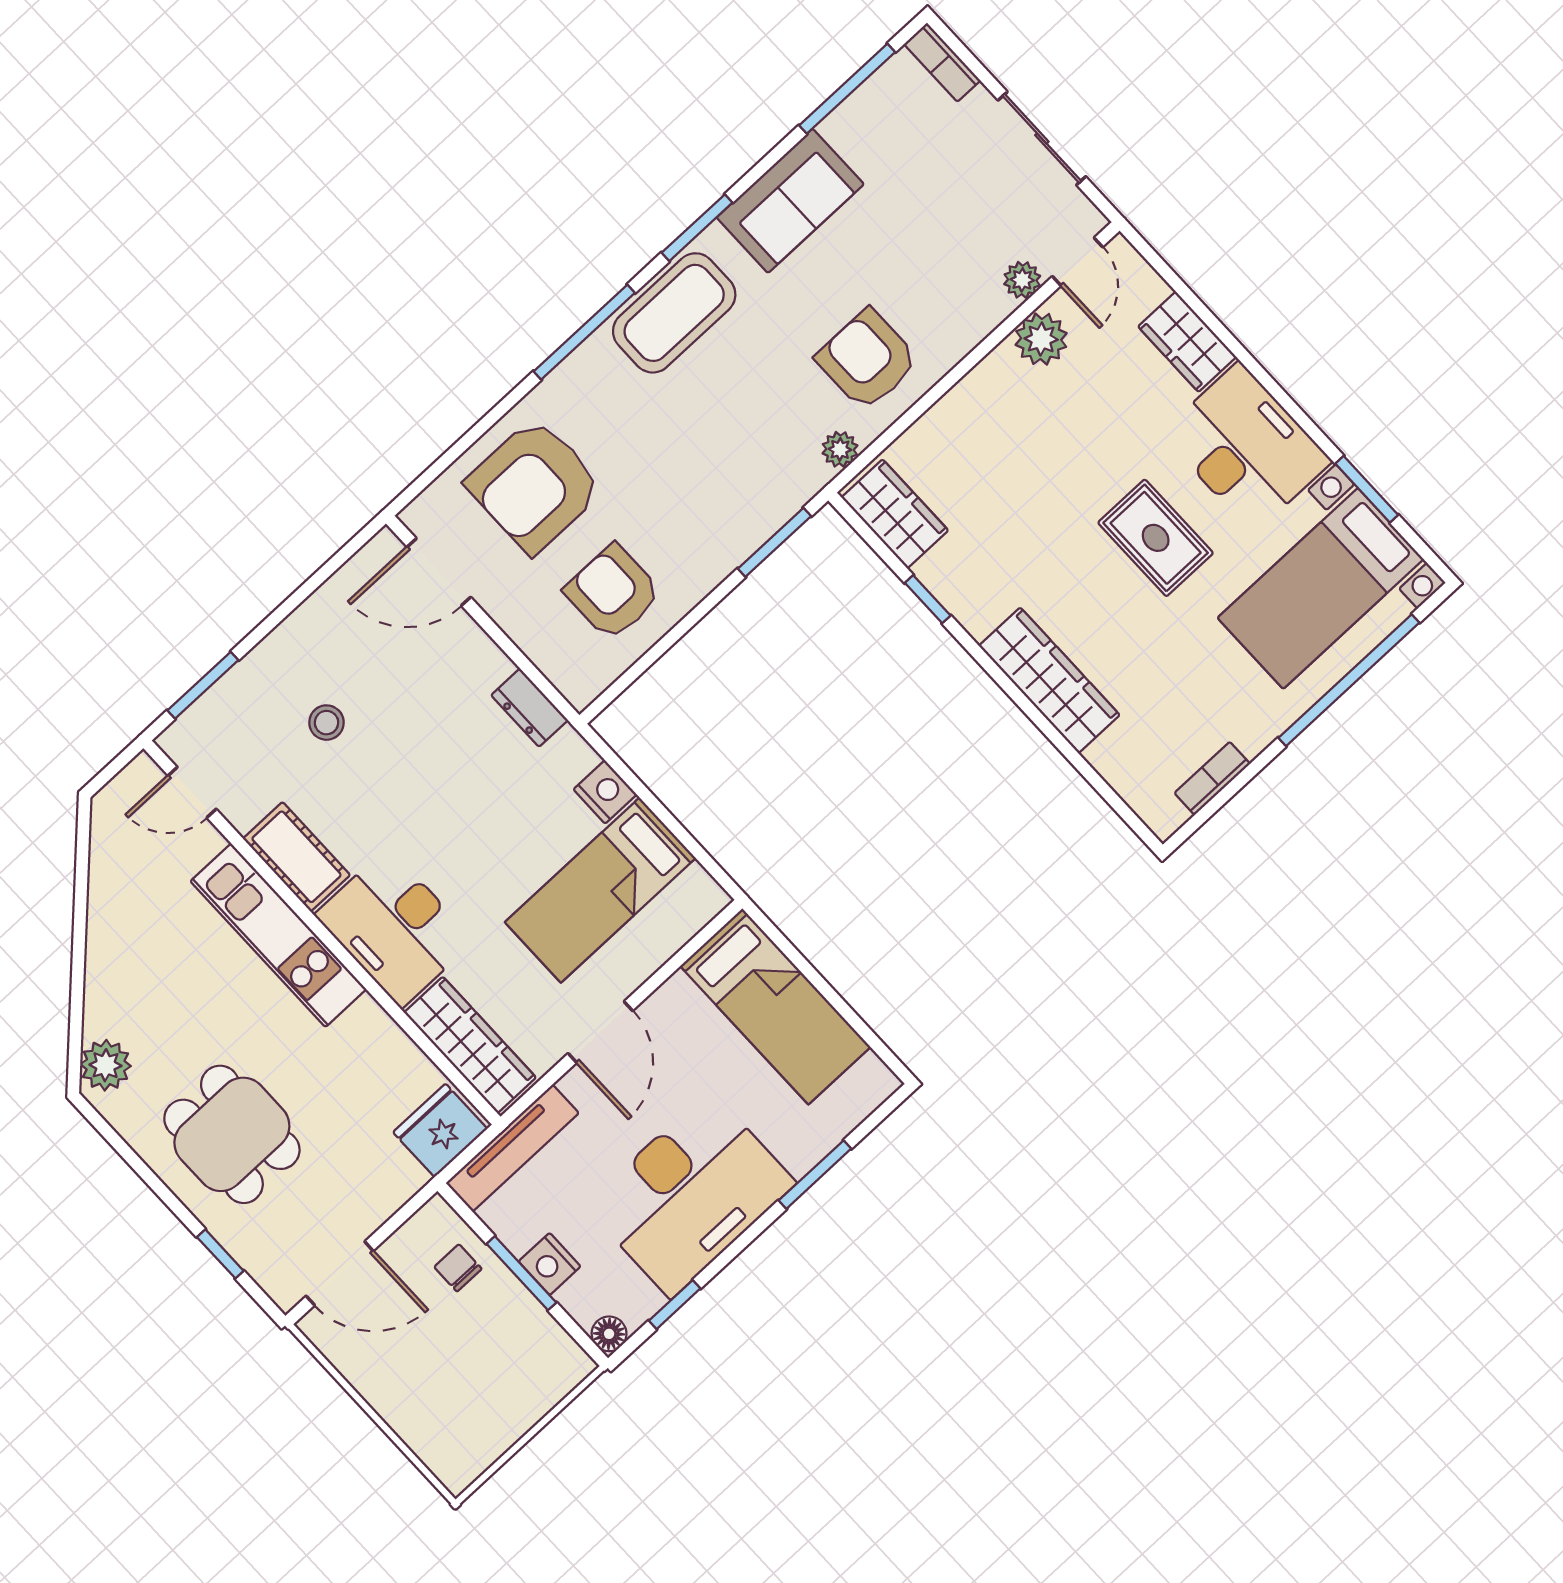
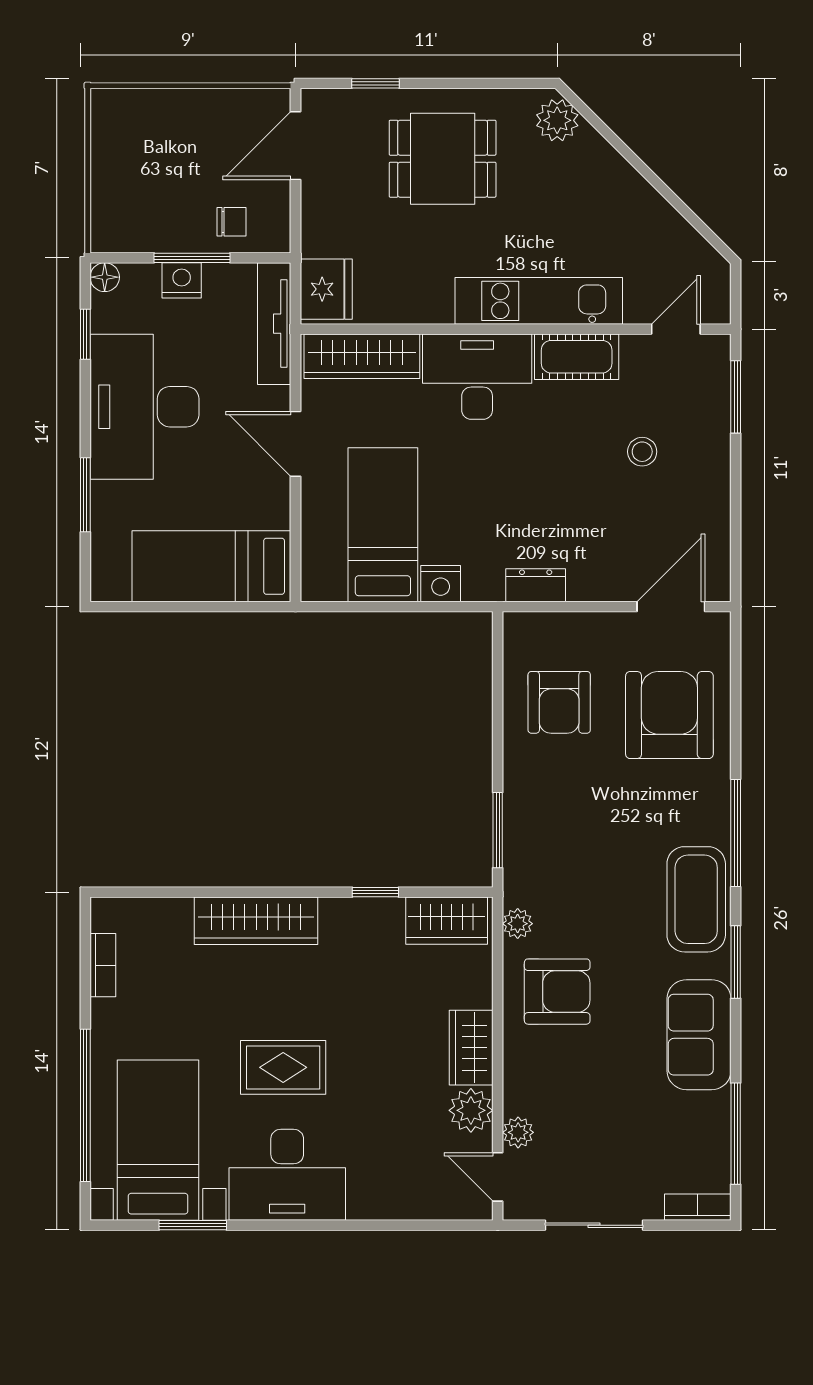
wardrobe: (1187, 342) -> (471, 1048), moved, turned -90
armchair: (613, 592) -> (559, 702), turned 90

